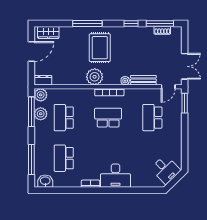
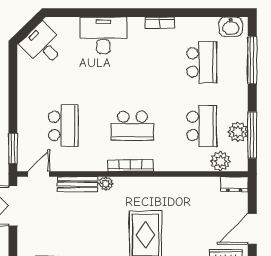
plant: (95, 77) -> (154, 190), removed
plant: (41, 95) -> (220, 161), moved
desk: (115, 176) -> (103, 35), moved

